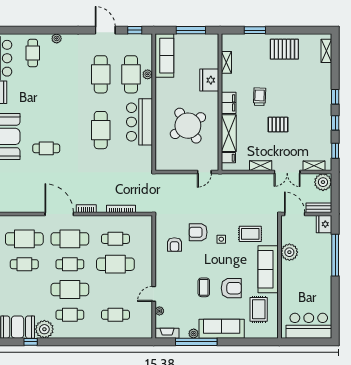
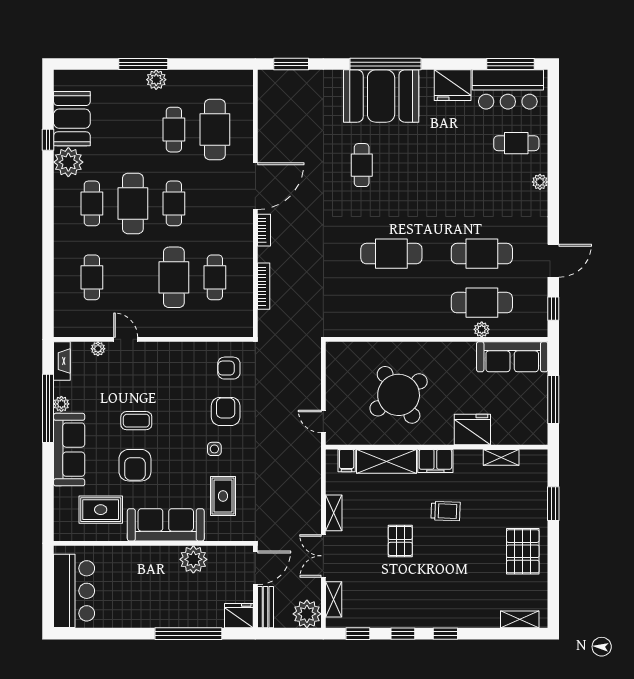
bar counter: (139, 122) -> (404, 316), removed
cafe table: (70, 239) -> (215, 203), removed
armchair: (174, 245) -> (229, 368), moved

